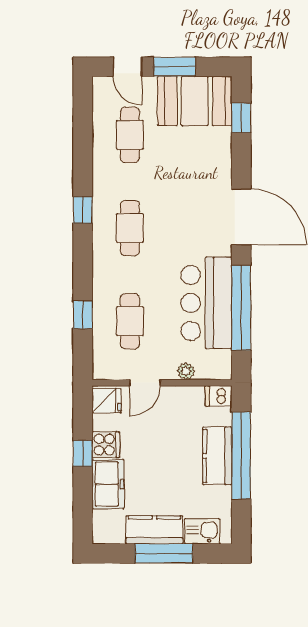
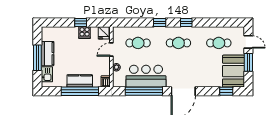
door: (127, 67) -> (248, 42), swing flipped
window: (83, 315) -> (160, 22), moved
door: (145, 383) -> (111, 50), hinge flipped
freezer: (108, 484) -> (67, 33), removed

